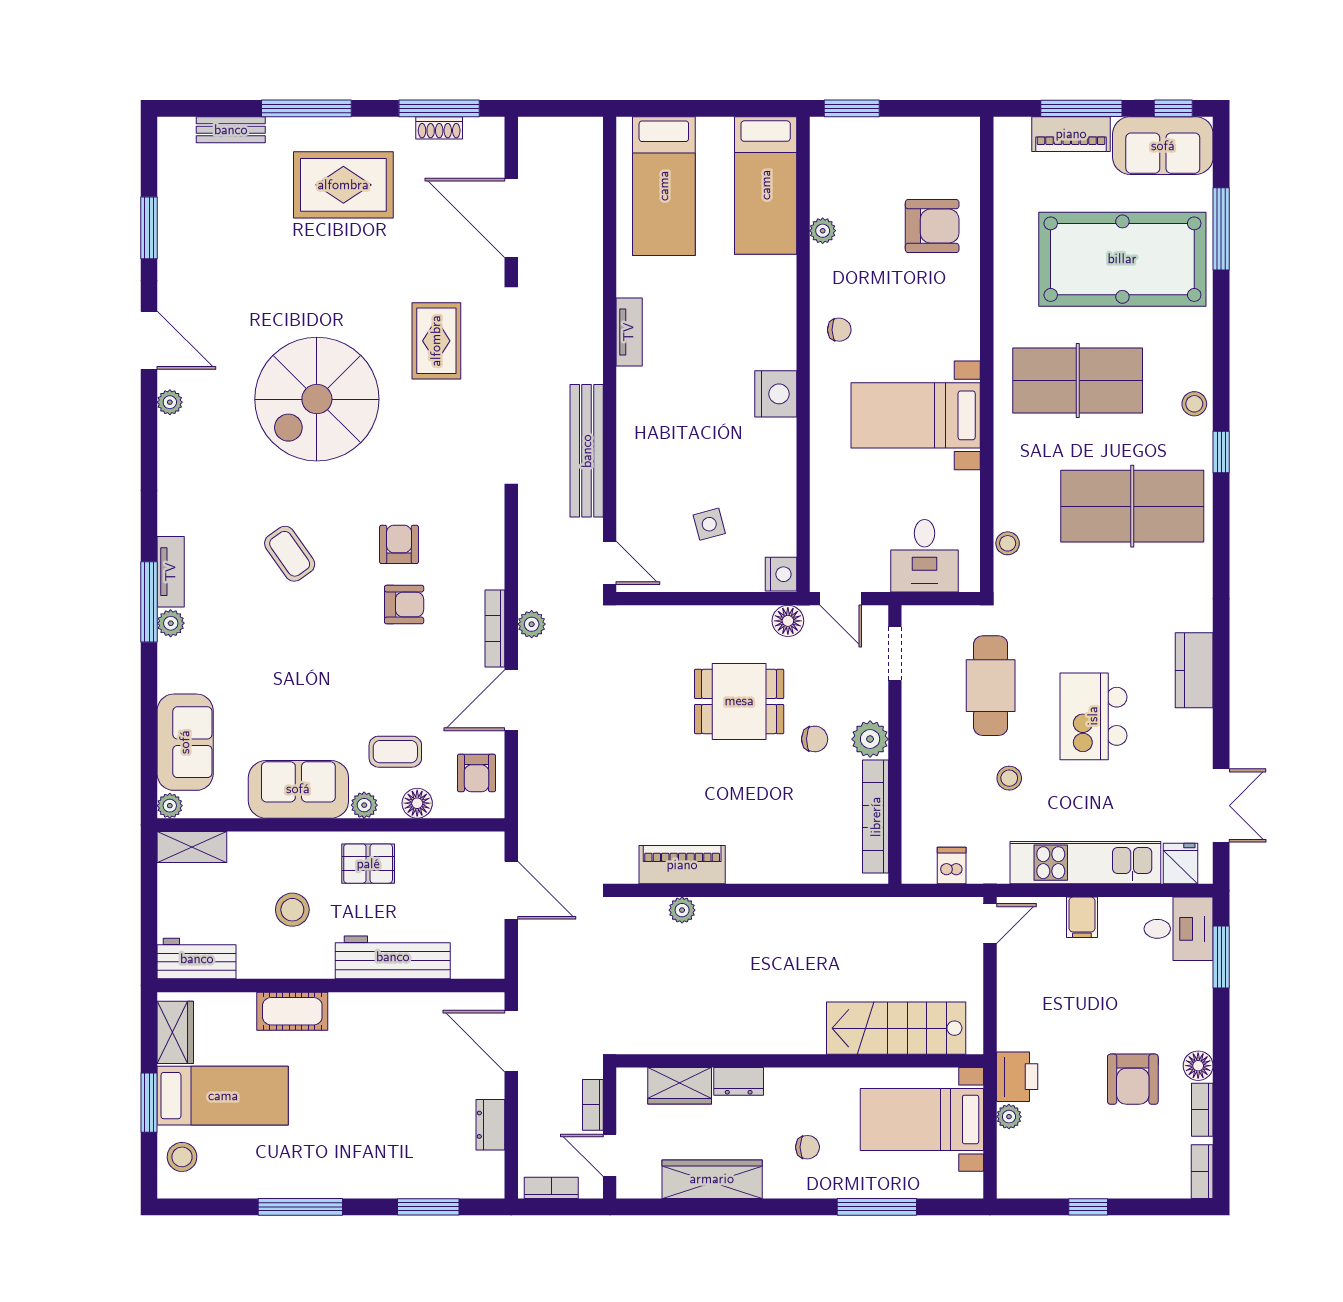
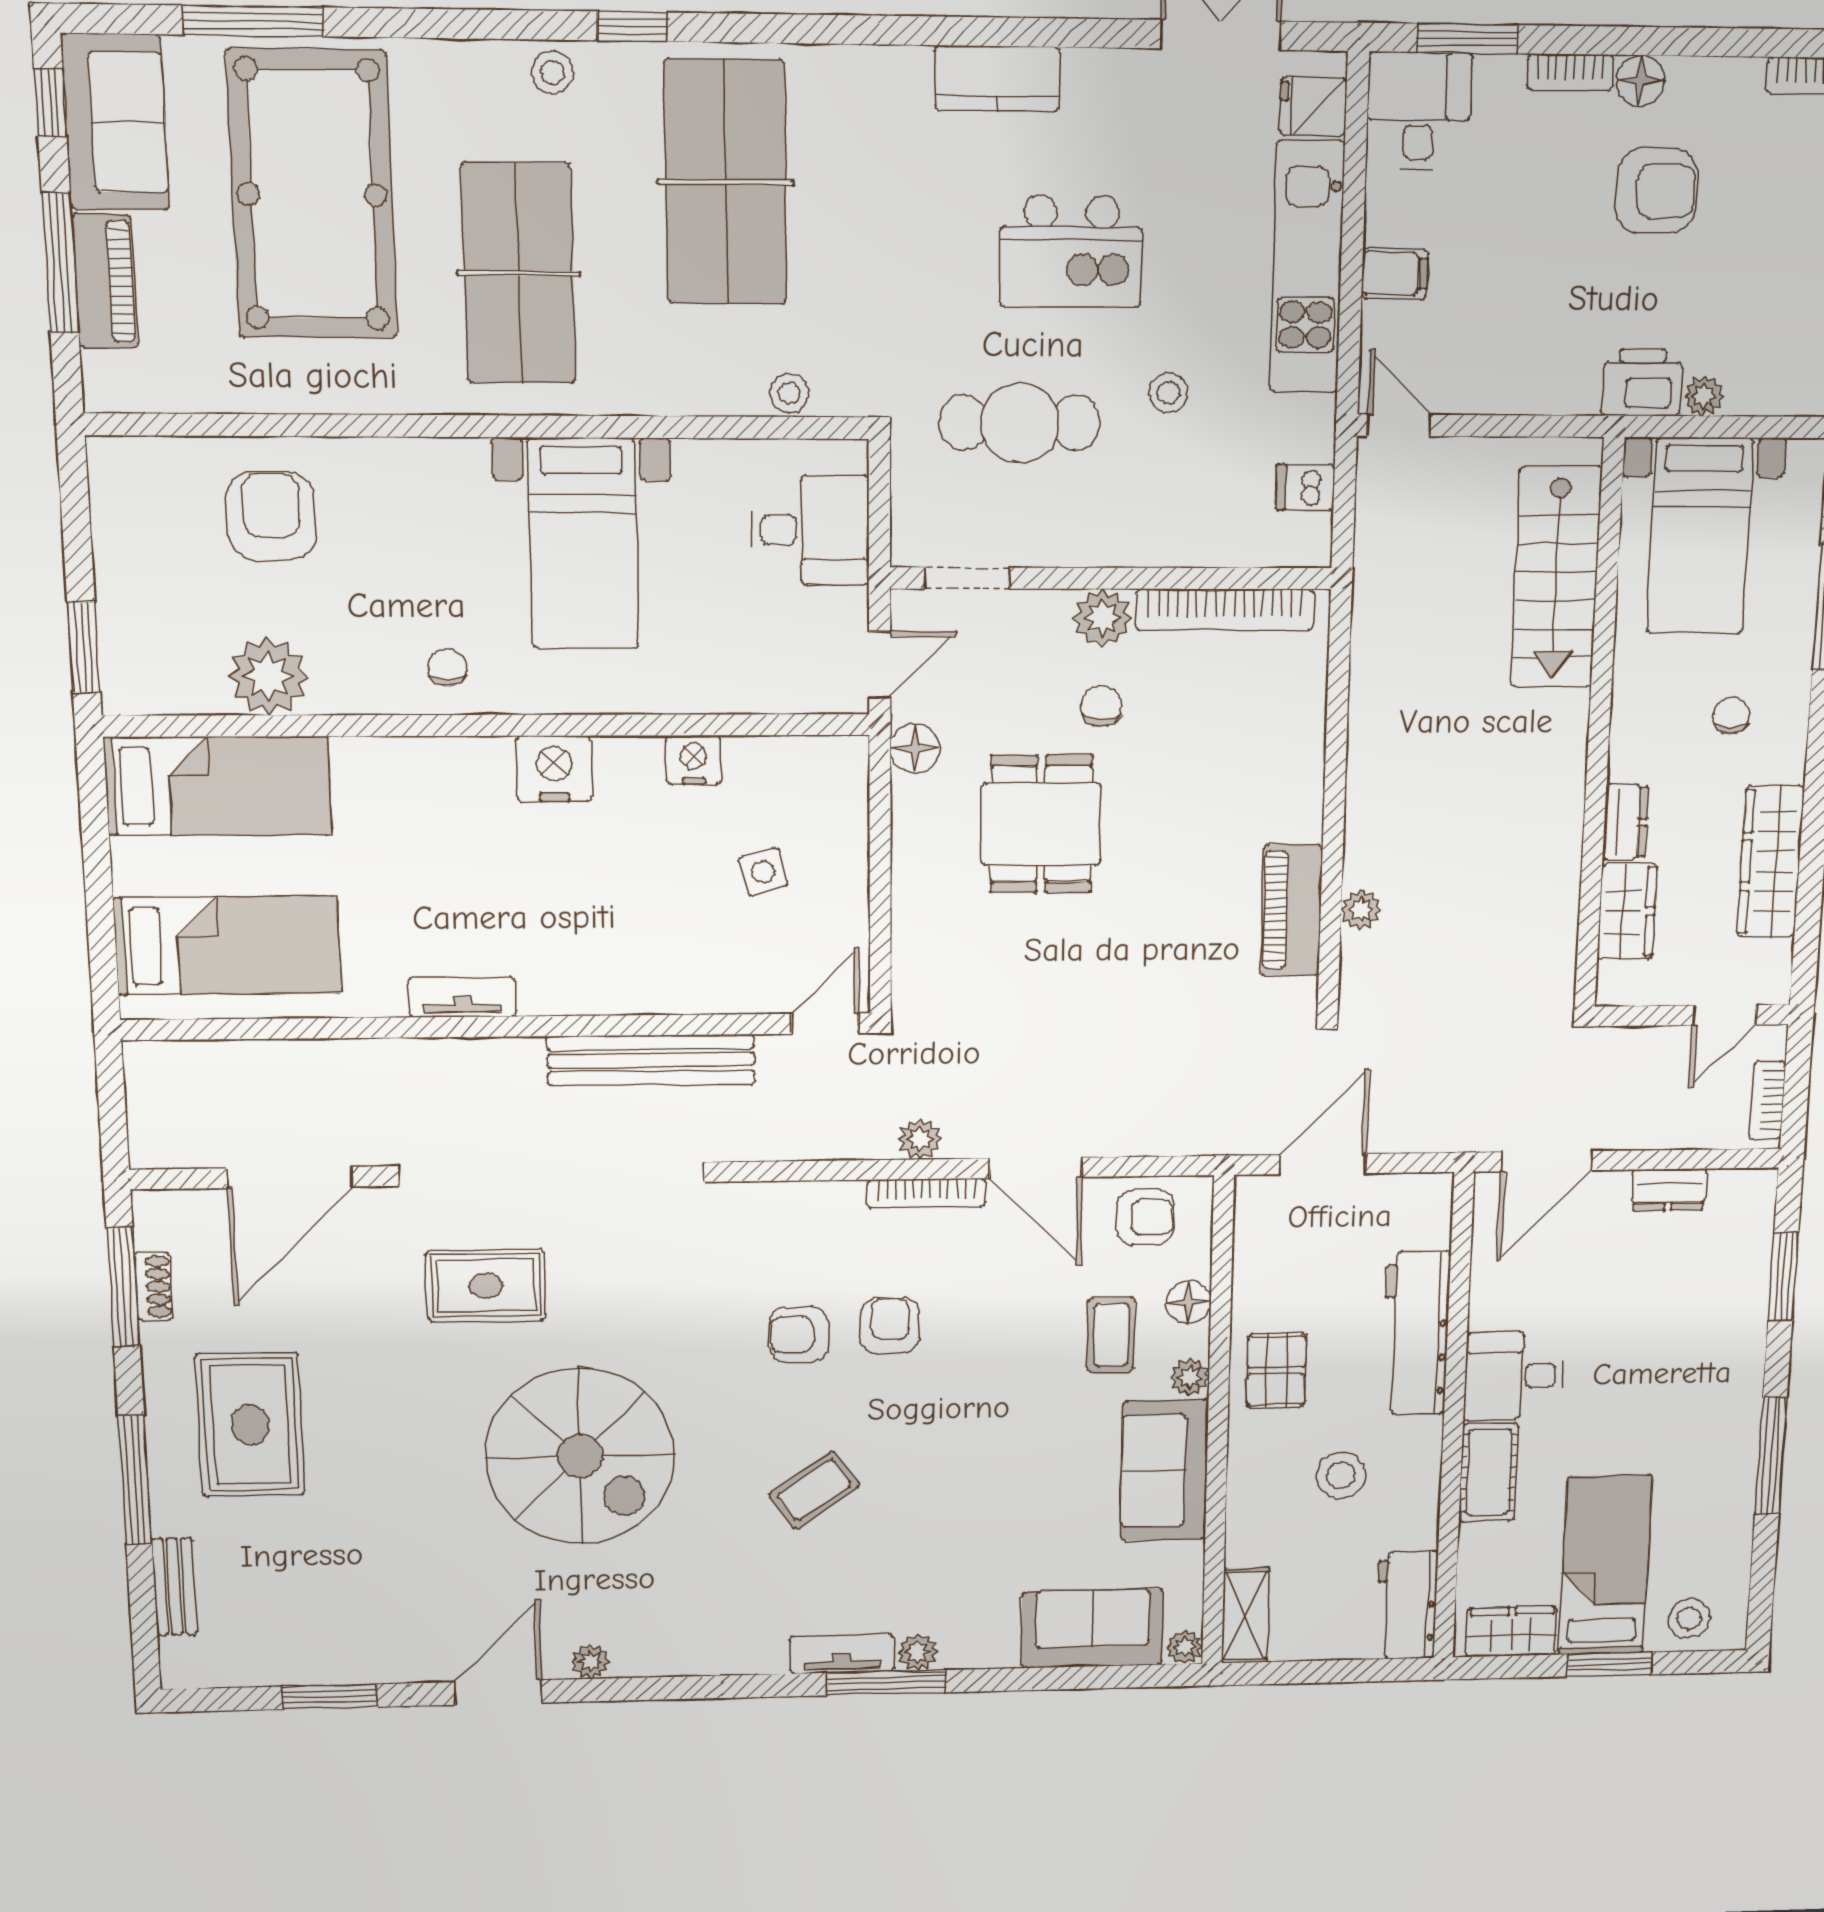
plant: (823, 231) -> (268, 676), width x1.87, depth x1.87
nightstand: (781, 574) -> (694, 760), moved
desk: (361, 1026) -> (1514, 1376), added
bookcase: (593, 1105) -> (1648, 1041), removed
bookcase: (1202, 1110) -> (1570, 72), moved

